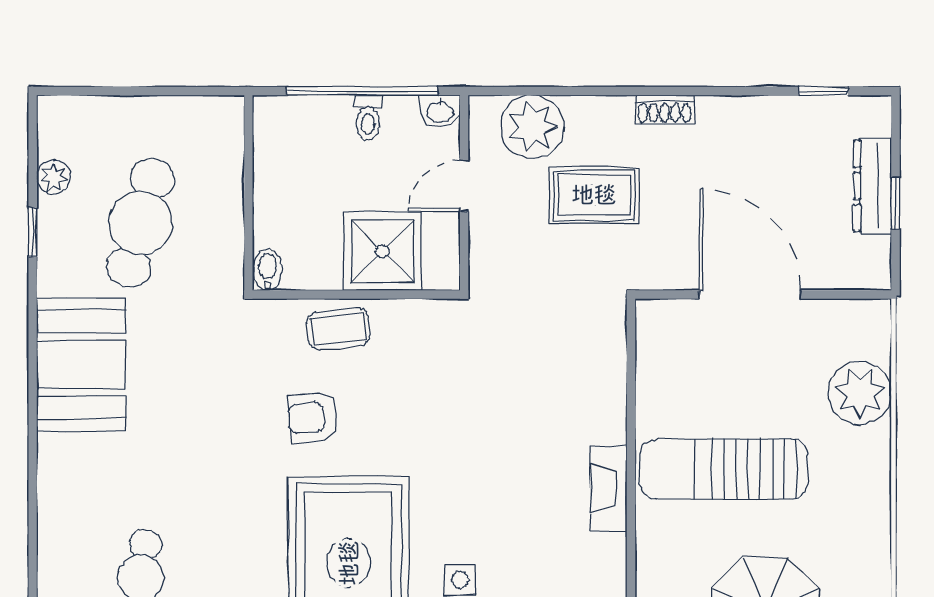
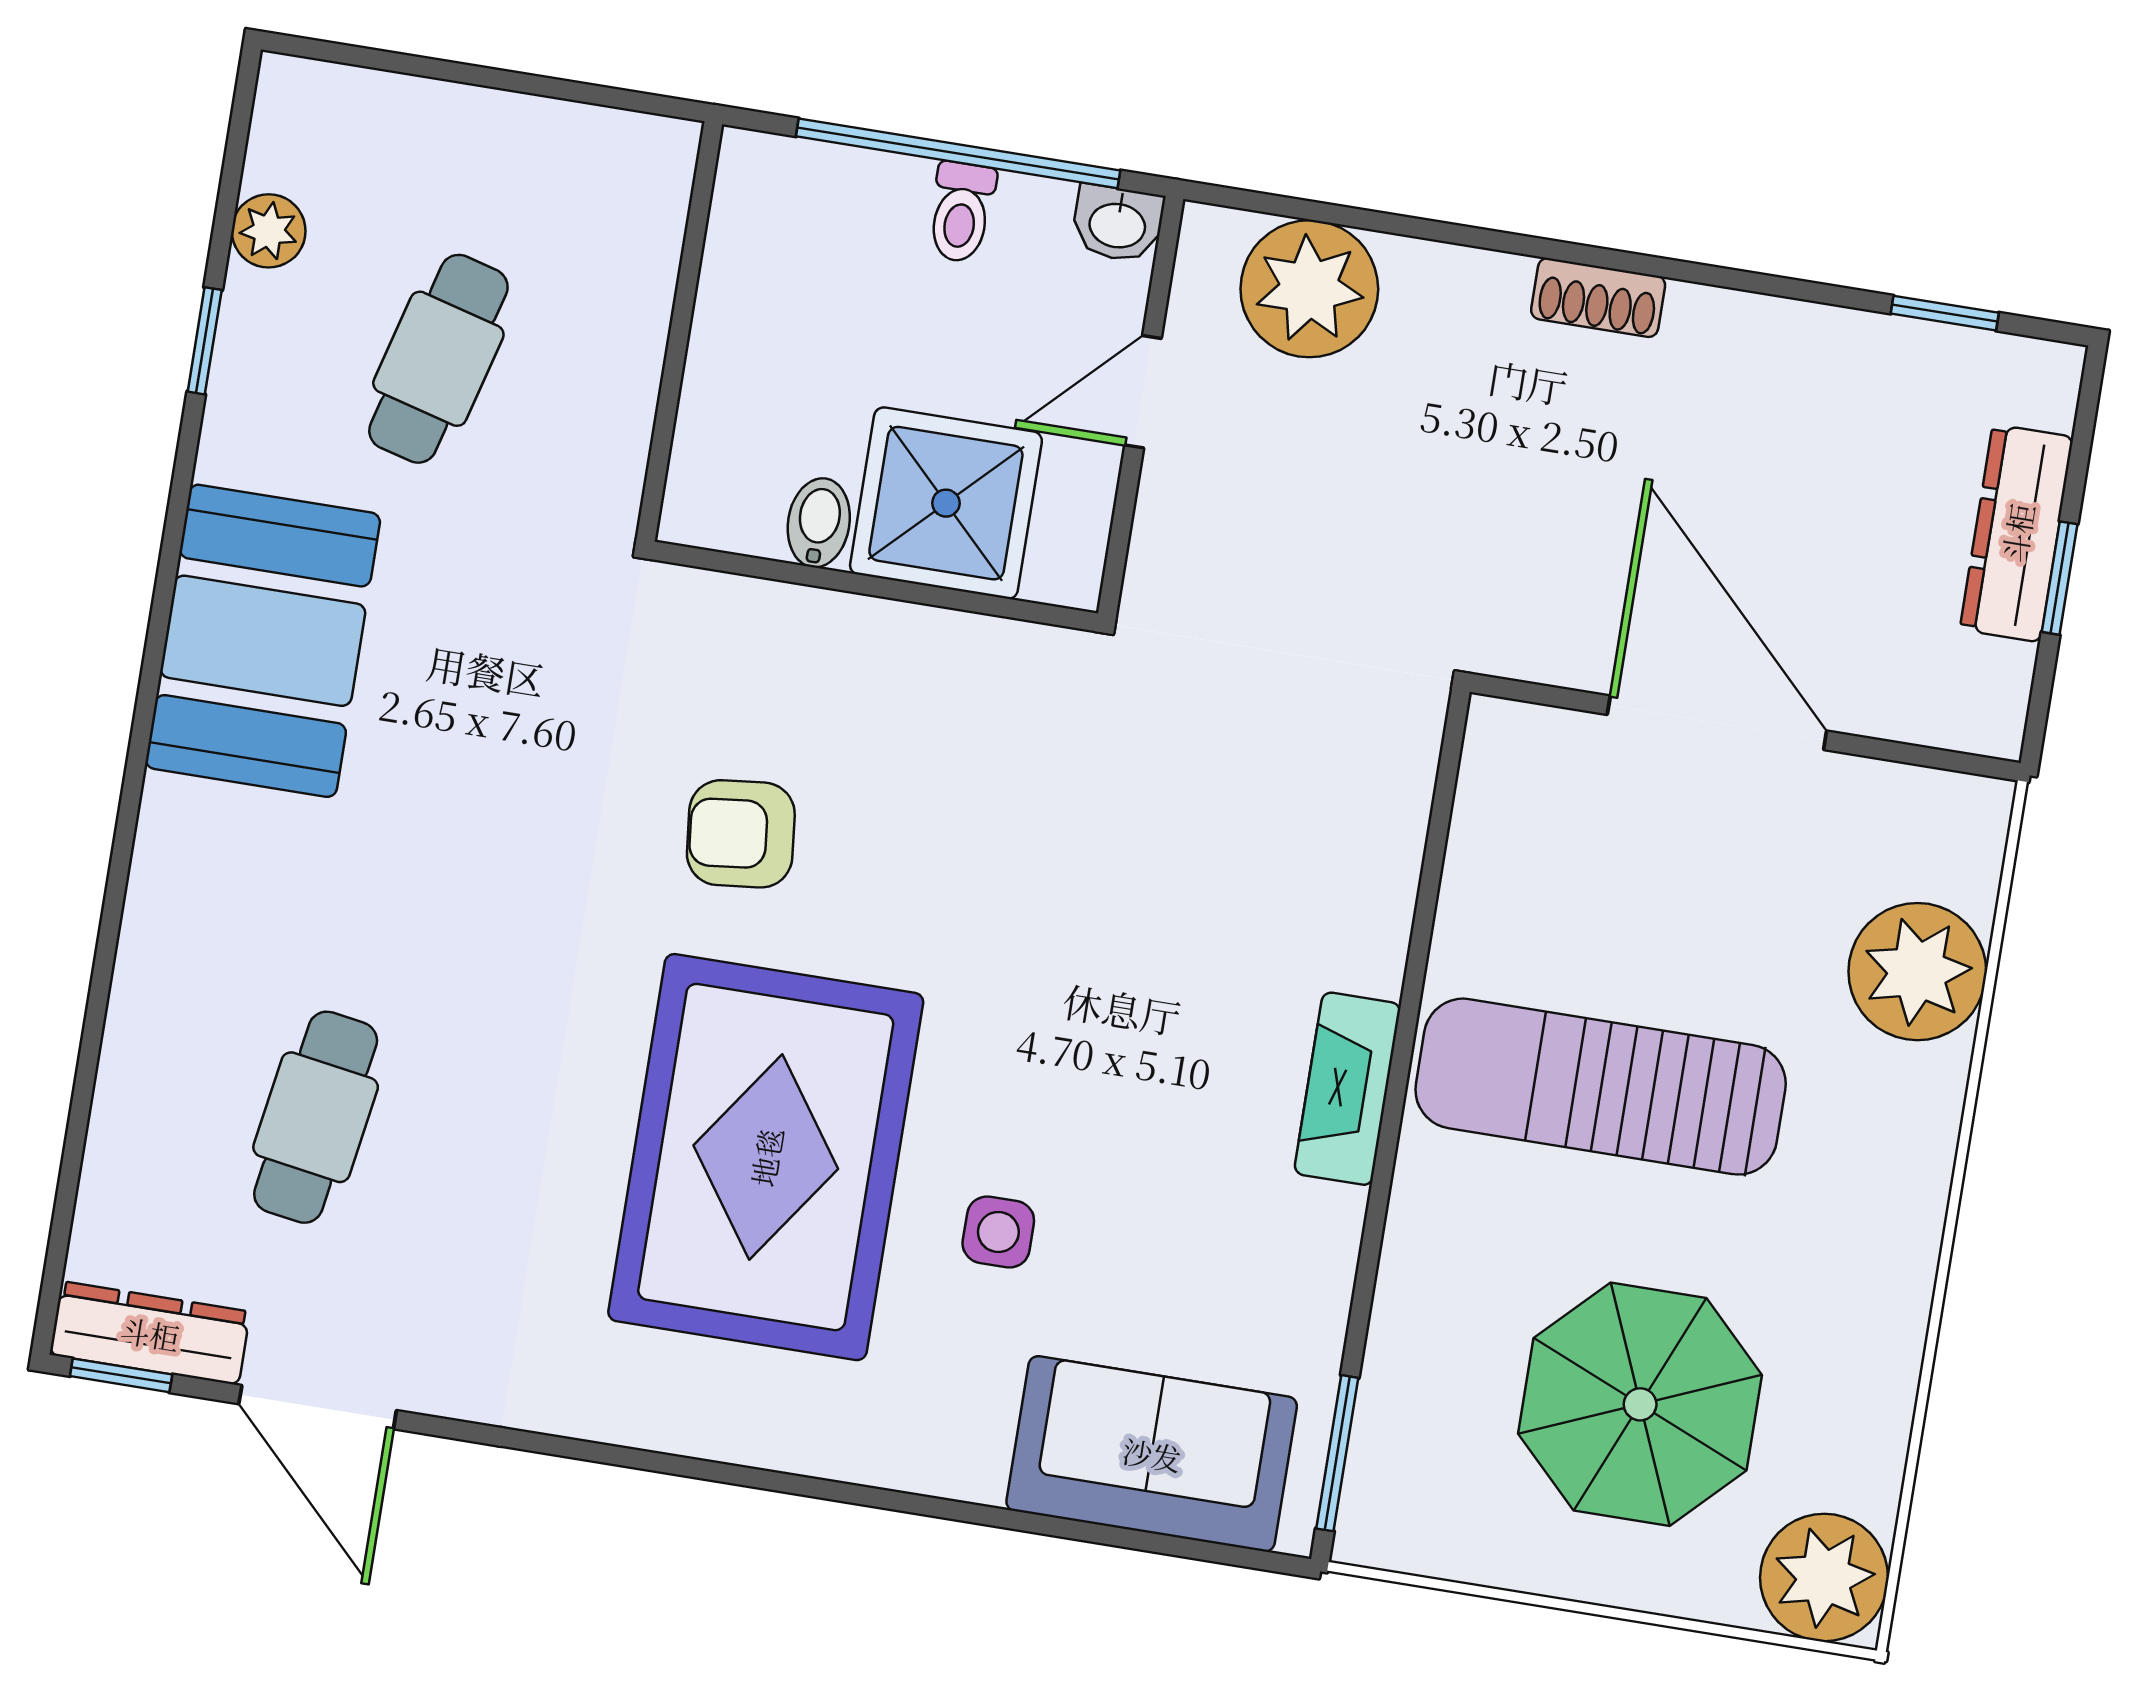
rug: (594, 195) -> (1418, 456), removed
cafe table: (140, 223) -> (438, 359), width x0.73, depth x0.74
bidet: (267, 270) -> (819, 523), moved
coffee table: (338, 329) -> (825, 654), removed

